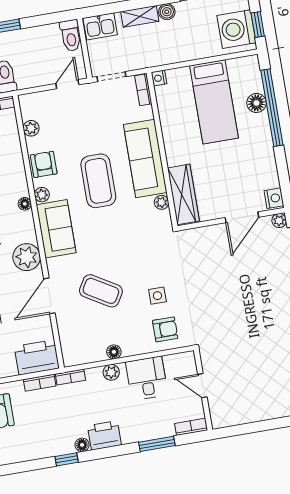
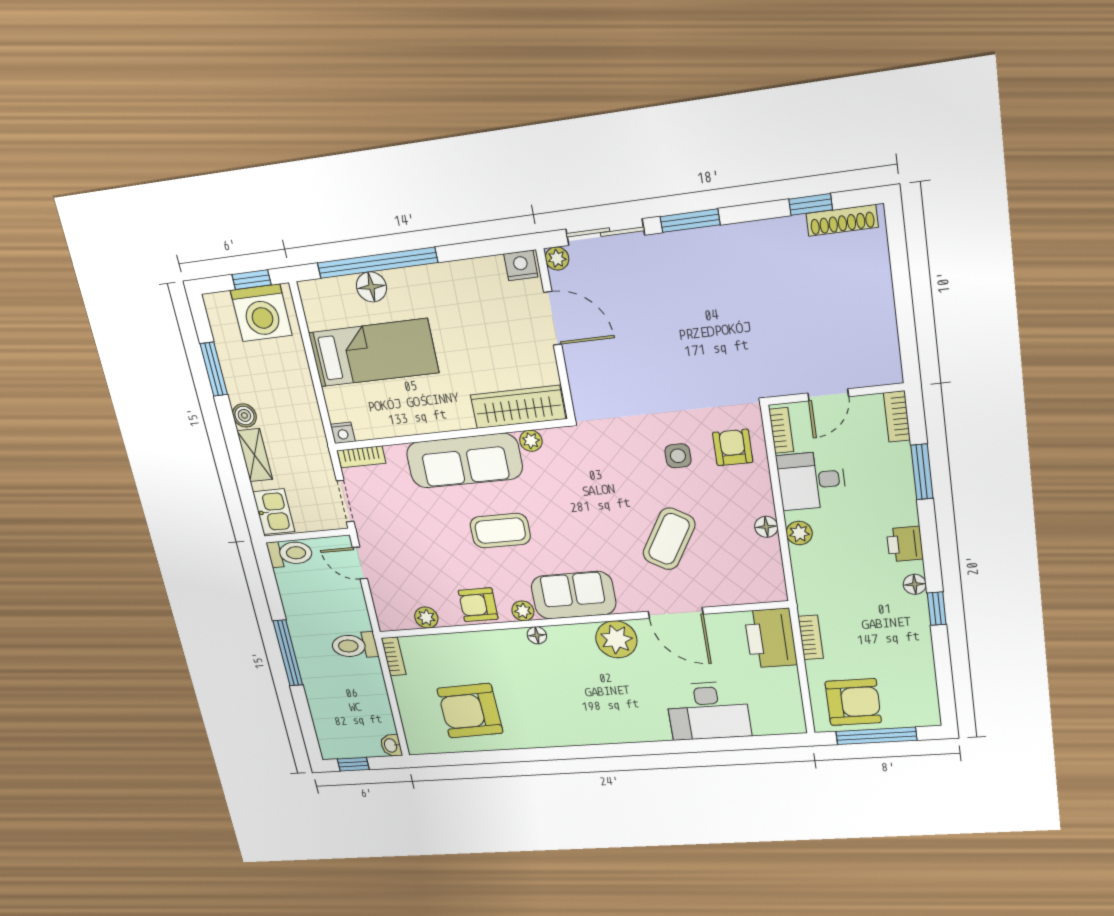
coffee table: (98, 181) -> (500, 531), width x0.73, depth x0.76
bookcase: (70, 377) -> (781, 430), moved
printer: (104, 435) -> (905, 544), width x0.73, depth x0.81

